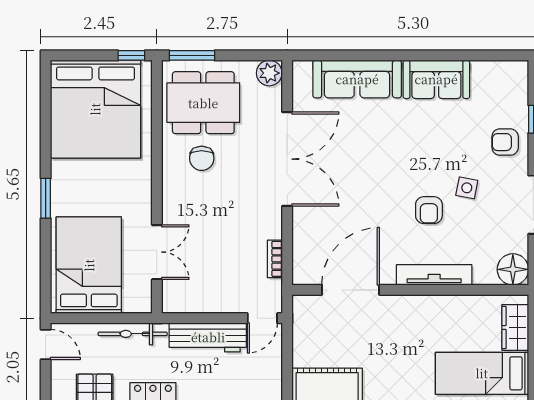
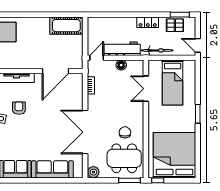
bed: (89, 265) -> (173, 82), width x0.67
floor lamp: (210, 302) -> (121, 65), added

